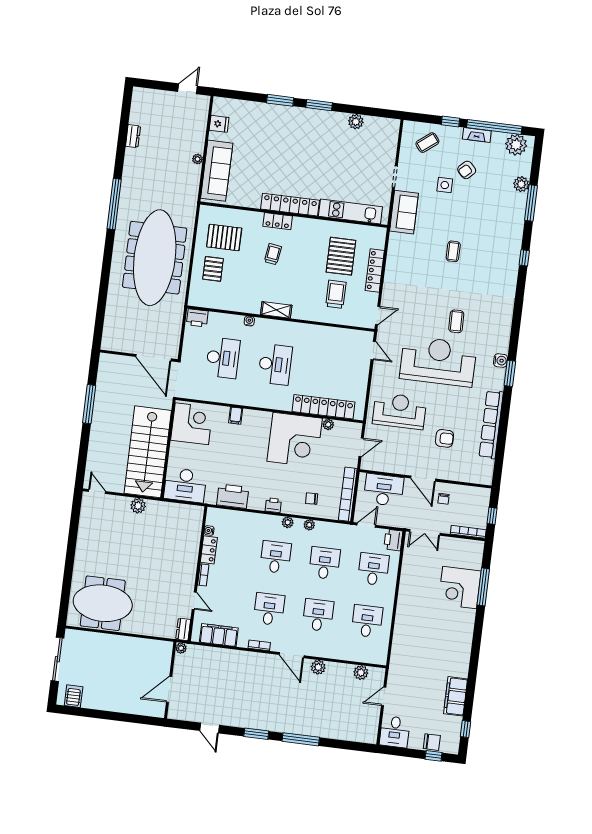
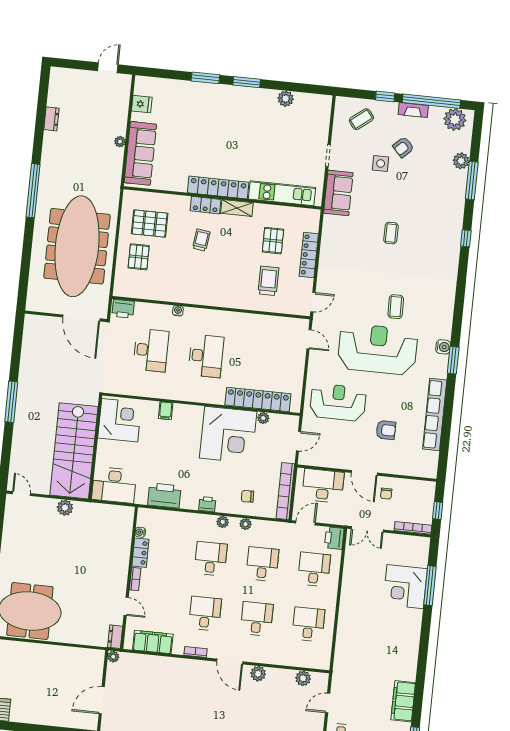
pallet: (341, 256) -> (273, 241), width x0.67, depth x0.71
shelving: (276, 310) -> (237, 208), moved
wall: (139, 356) -> (66, 316), moved
door: (153, 358) -> (81, 318), moved

